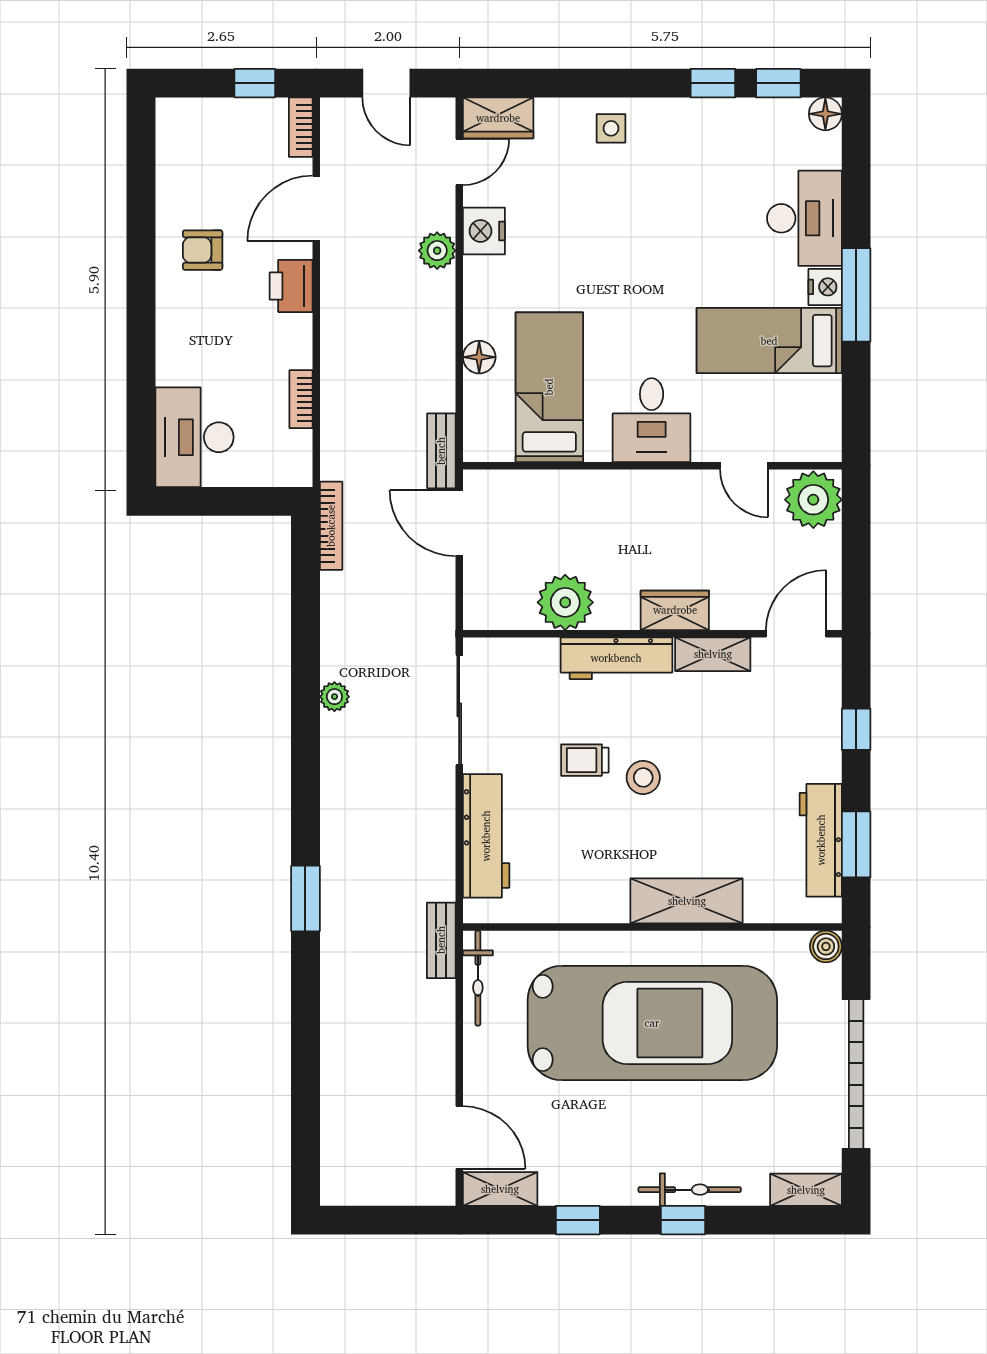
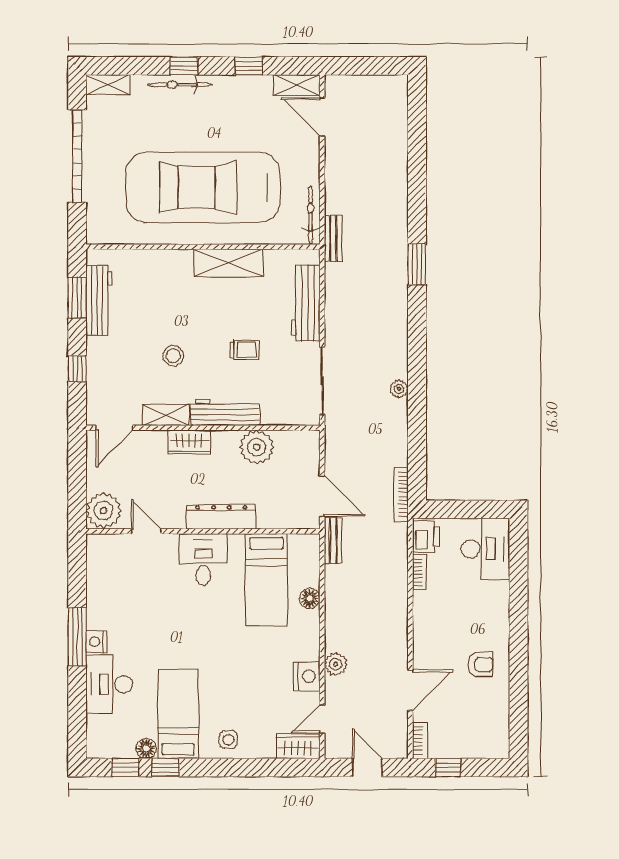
floor lamp: (825, 114) -> (146, 749), moved
printer: (291, 286) -> (426, 537), moved
bed: (769, 341) -> (178, 714), moved, turned -90
dresser: (623, 489) -> (221, 517), added
stool: (643, 777) -> (173, 356), moved
shelving: (687, 901) -> (229, 263), moved
boiler: (826, 946) -> (96, 235), removed

